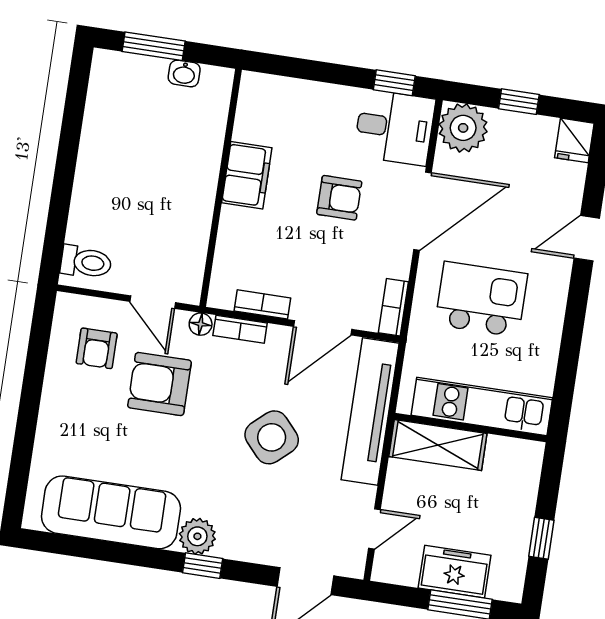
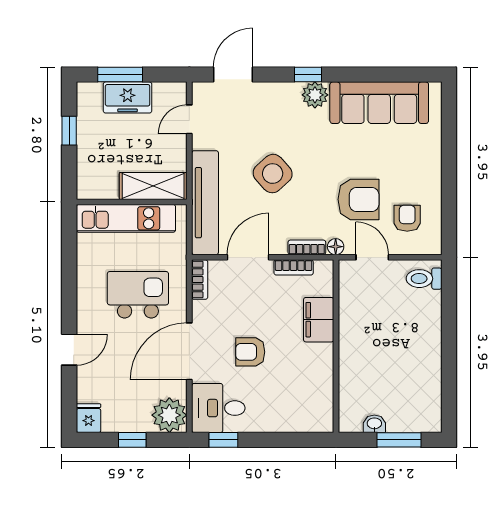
filing cabinet: (247, 175) -> (319, 320), moved
kitchen island: (481, 299) -> (138, 295), turned 180

